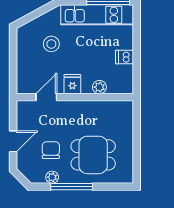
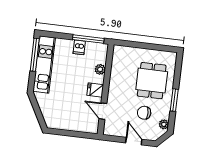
stool: (51, 44) -> (62, 102), removed
window: (137, 67) -> (88, 39), added
plant: (52, 177) -> (164, 124), moved
window: (72, 187) -> (174, 100), width x0.69

